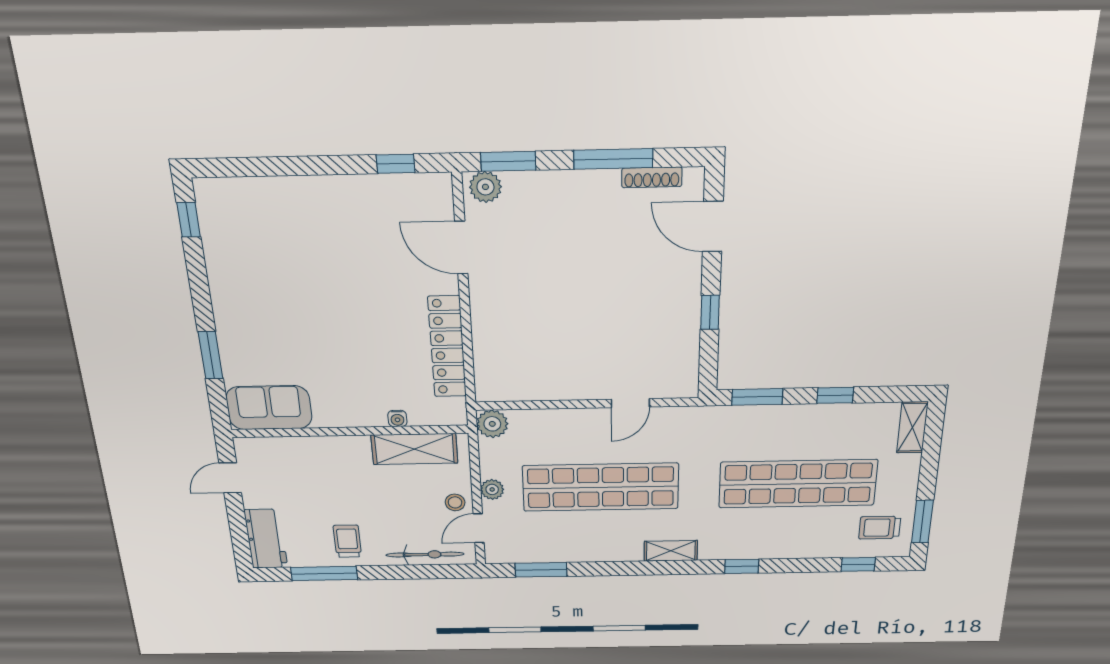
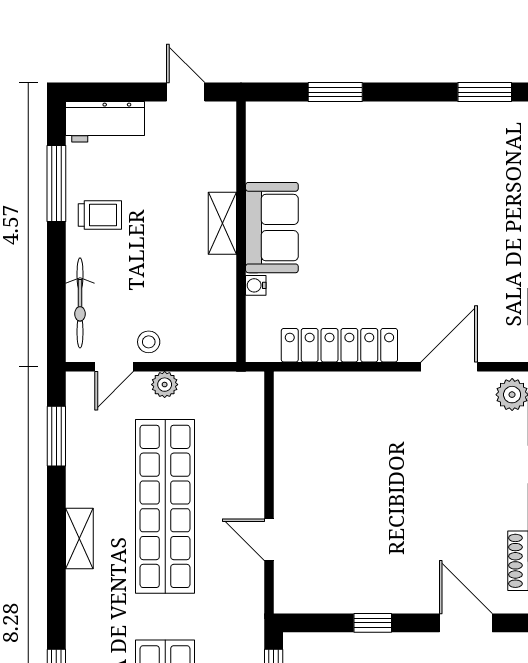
window: (189, 220) -> (485, 92), width x1.50
door: (713, 227) -> (466, 623), hinge flipped
sofa: (269, 408) -> (272, 228), moved
plant: (492, 424) -> (247, 389), removed
shelving: (414, 449) -> (222, 223), moved, width x0.67, depth x0.75
door: (479, 528) -> (114, 367), swing flipped
shelving: (671, 551) -> (79, 539), moved

